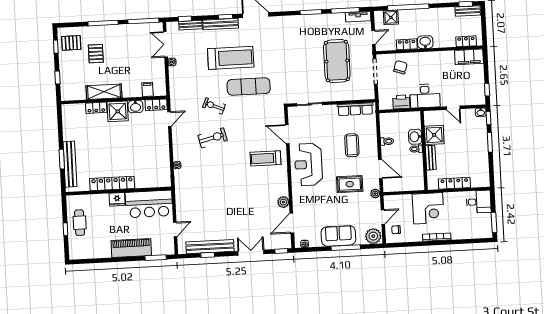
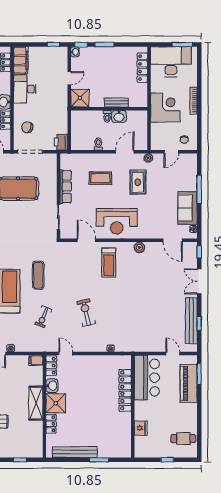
exercise mat: (249, 87) -> (38, 275), width x0.73, depth x0.69
filing cabinet: (147, 89) -> (36, 360), moved
shelving: (104, 92) -> (36, 403), moved
desk: (425, 96) -> (25, 89), moved, turned 180
printer: (401, 102) -> (61, 142), moved
exercise bike: (214, 106) -> (43, 317), moved
row of seats: (355, 109) -> (66, 187), moved
door: (287, 134) -> (86, 240), swing flipped
shower: (434, 135) -> (80, 98), moved
washbasin: (415, 137) -> (119, 116), moved
bench: (70, 164) -> (75, 452), moved
locker: (112, 183) -> (125, 390), moved
locker: (454, 183) -> (142, 68), moved
fridge: (117, 199) -> (141, 428), moved
plant: (283, 202) -> (139, 247), moved
desk: (479, 202) -> (171, 62), width x1.87, depth x1.30
door: (383, 217) -> (171, 152), swing flipped
cafe table: (80, 223) -> (183, 438), moved
sofa: (338, 236) -> (187, 208), moved
plant: (373, 236) -> (189, 162), removed
piano: (131, 248) -> (189, 383), moved

